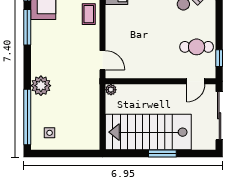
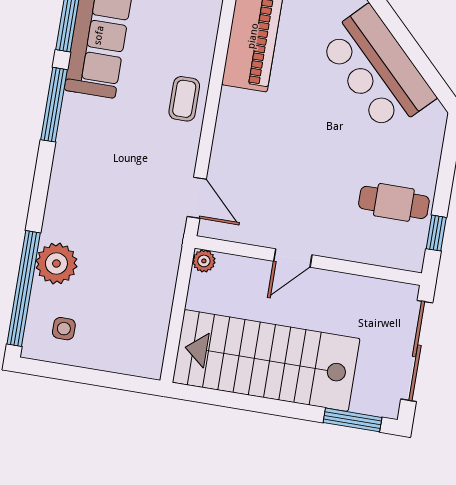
door: (196, 81) -> (293, 258), moved
plant: (41, 86) -> (56, 263), moved
window: (162, 154) -> (352, 420), moved

